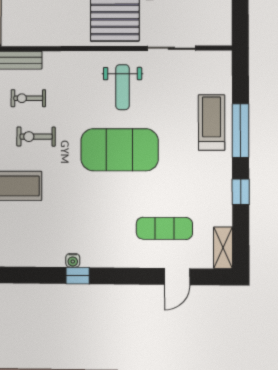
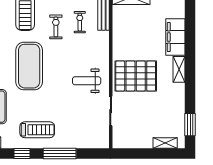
treadmill: (212, 122) -> (37, 130), moved
exercise mat: (120, 150) -> (29, 66), moved

